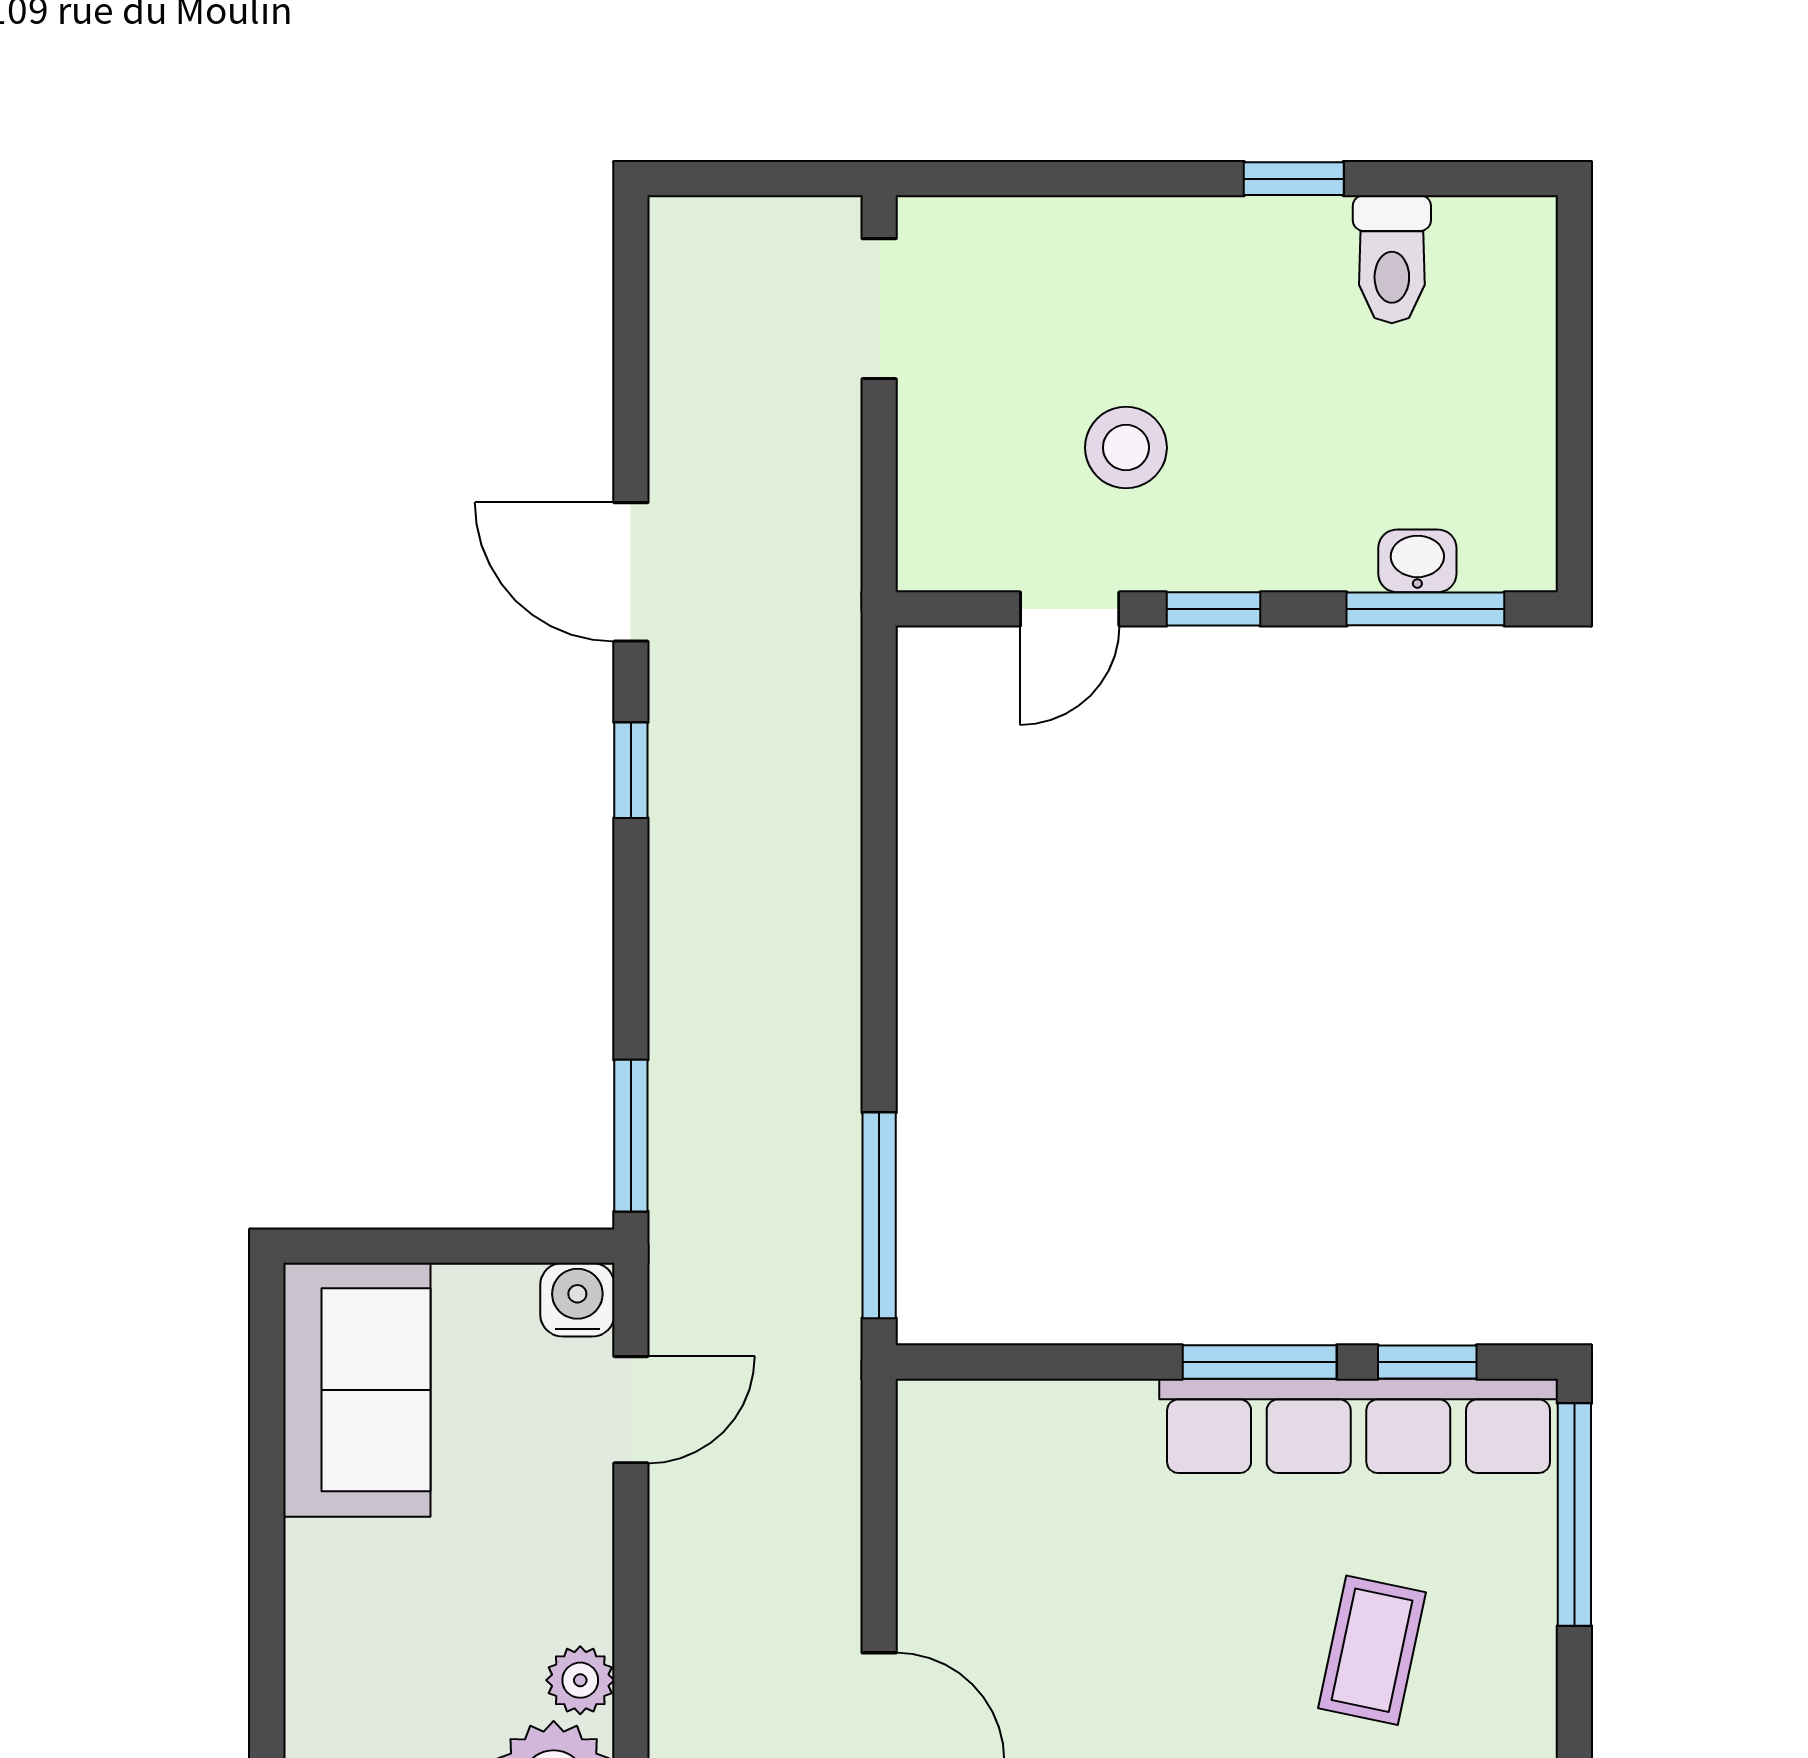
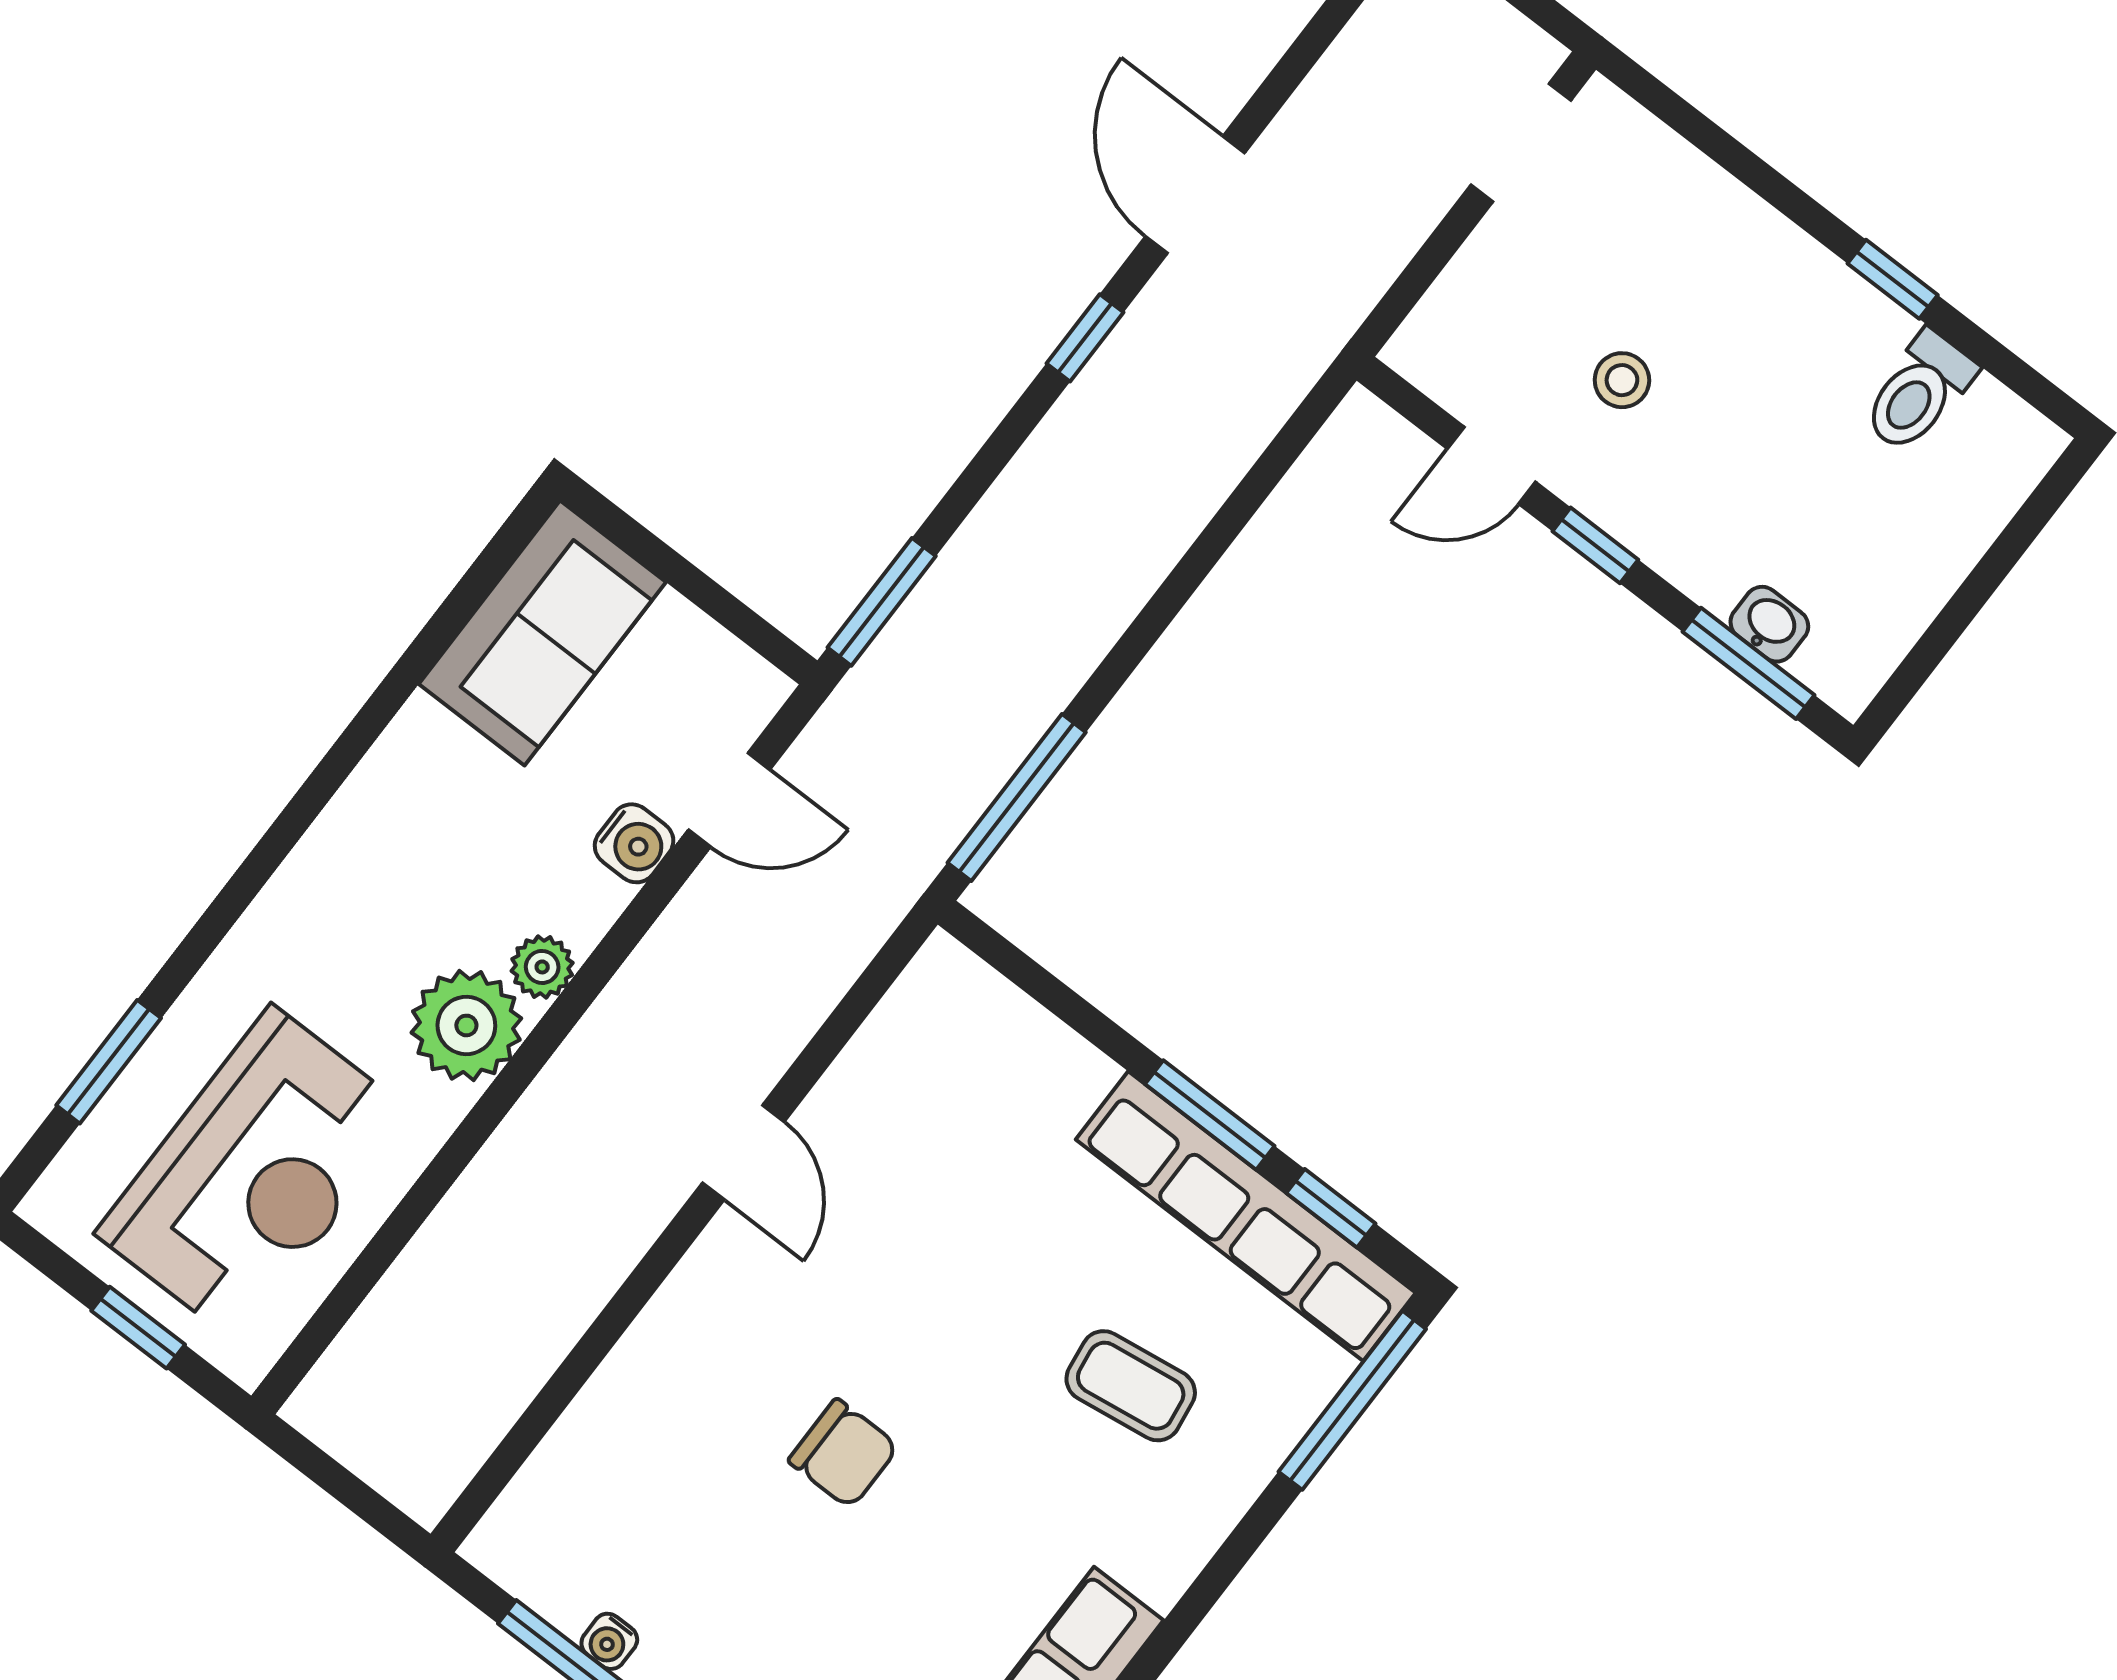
stool: (1126, 448) -> (1622, 380), width x0.73, depth x0.73
water cooler: (577, 1300) -> (634, 843), moved, turned 90
coffee table: (1372, 1650) -> (1131, 1386), turned 70

